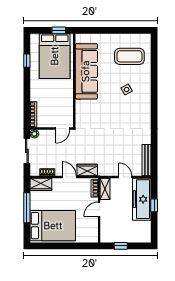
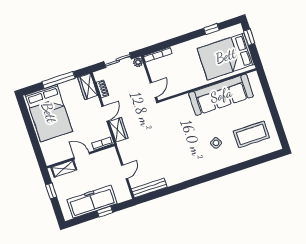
window: (59, 30) -> (249, 37), moved
coffee table: (129, 56) -> (251, 134), turned 90
door: (63, 128) -> (153, 90), swing flipped
shelving: (105, 189) -> (64, 169), moved
freezer: (142, 199) -> (92, 202), moved

